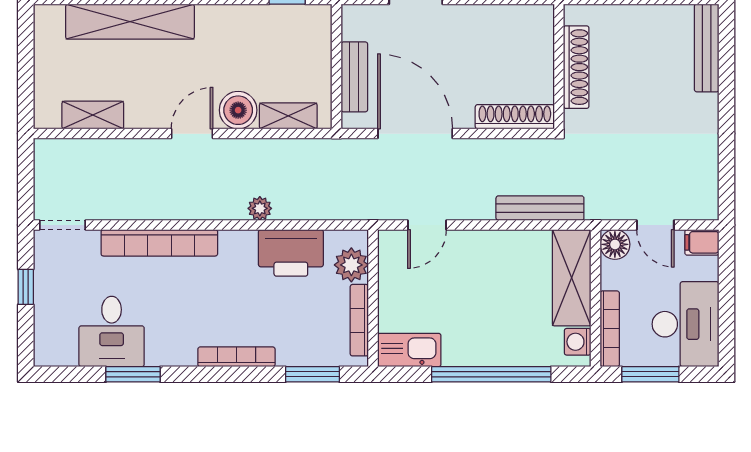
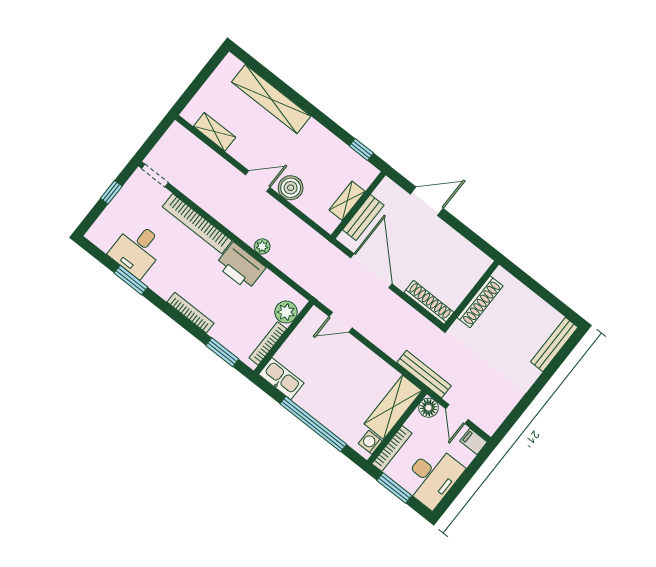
shelving: (288, 116) -> (347, 201), moved, turned 90
bench: (540, 208) -> (424, 374), moved
printer: (291, 253) -> (241, 266), moved

